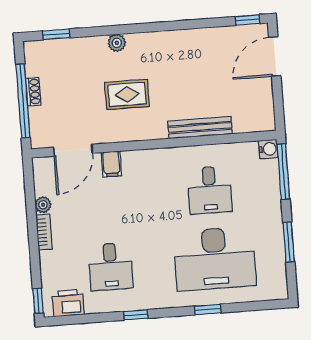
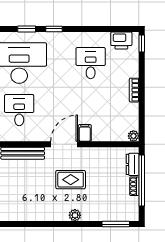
window: (56, 34) -> (116, 224), width x1.50
dresser: (38, 123) -> (133, 164), added
door: (73, 150) -> (64, 144), moved
plant: (43, 205) -> (133, 136), moved
window: (136, 315) -> (54, 29), moved

